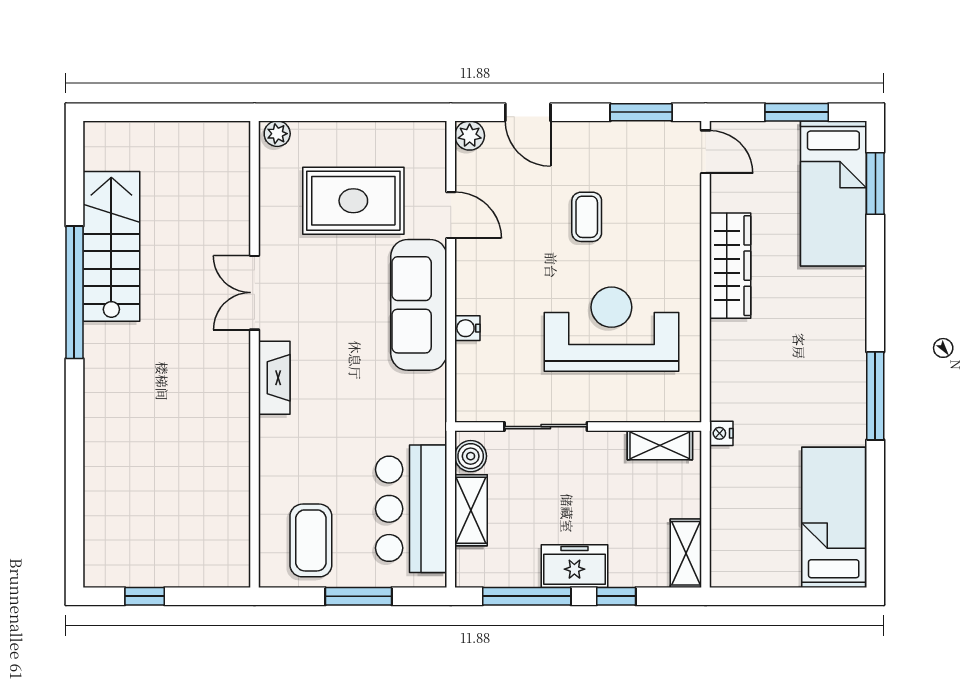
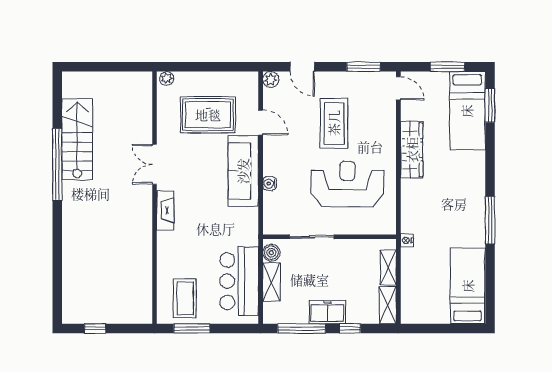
coffee table: (587, 217) -> (334, 123), width x1.86, depth x1.72
shelving: (660, 445) -> (388, 268), moved, turned 90
window: (358, 596) -> (192, 328), moved

